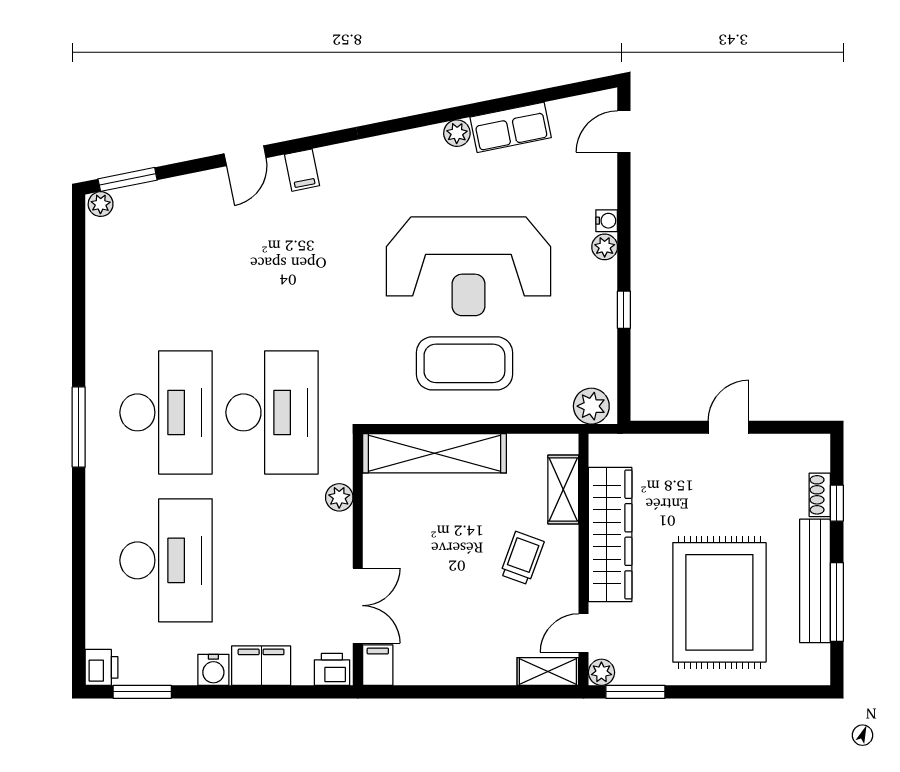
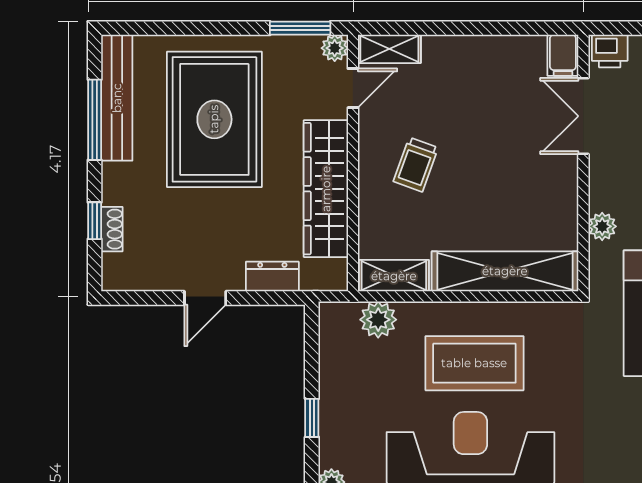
plant: (591, 406) -> (378, 320), moved
dresser: (663, 448) -> (272, 277), added
shelving: (563, 489) -> (394, 276), moved, turned 90
bench: (815, 581) -> (117, 98), moved

